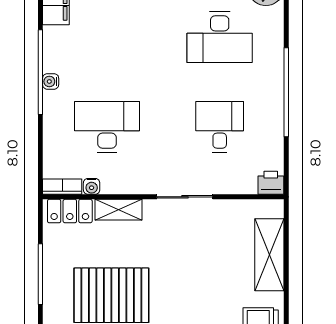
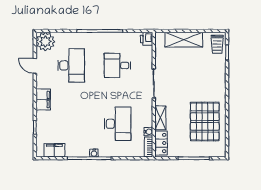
desk: (107, 127) -> (118, 124), turned 180

